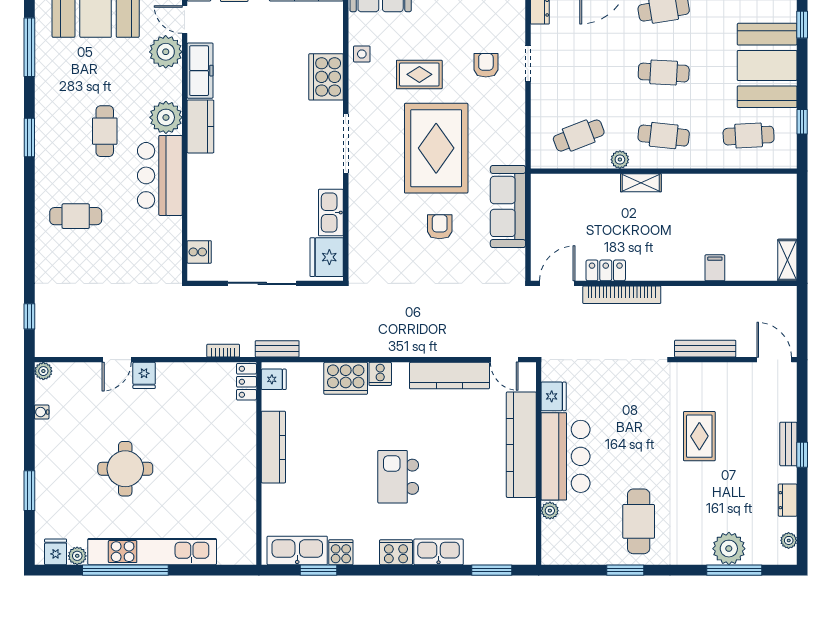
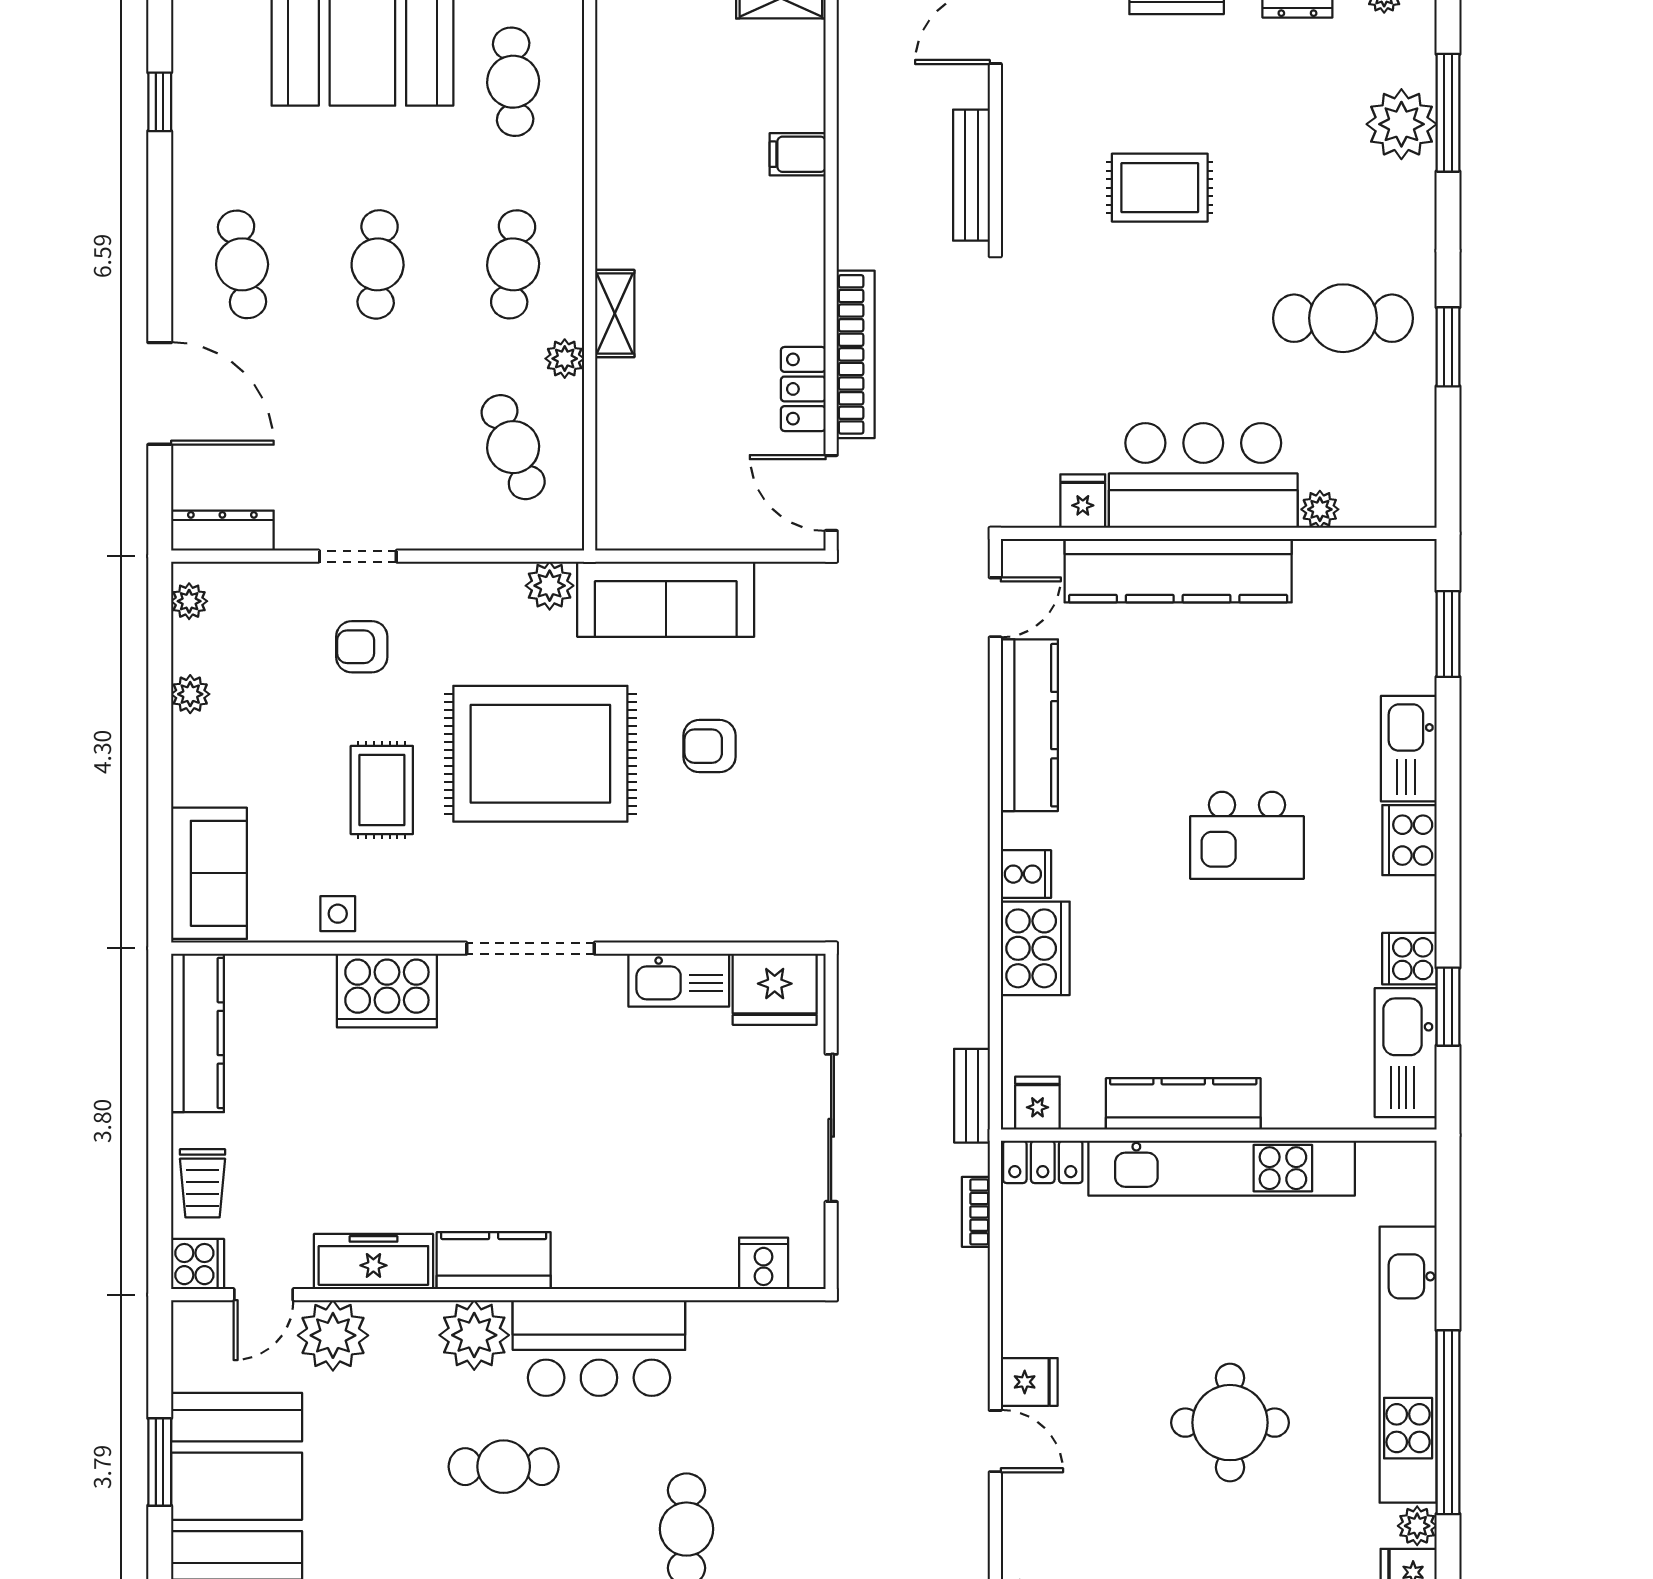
plant: (514, 152) -> (550, 586), added
fridge: (554, 396) -> (1083, 501), width x0.72
kitchen unit: (243, 465) -> (1222, 1168), added

